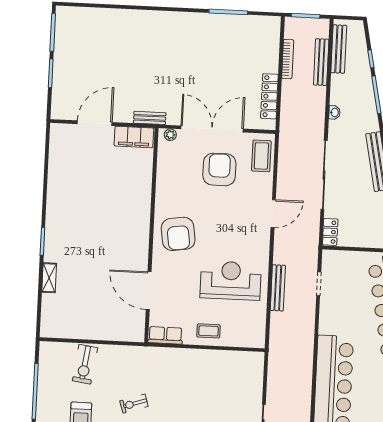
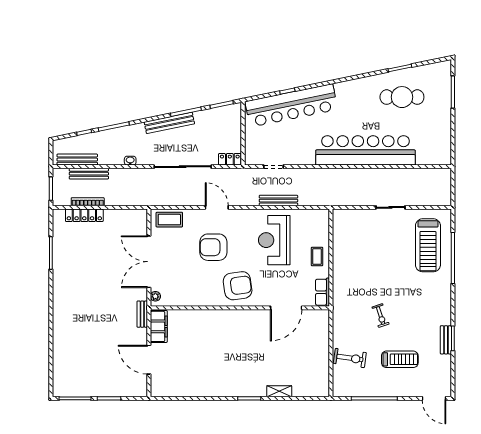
locker: (269, 96) -> (84, 215), moved
armchair: (219, 169) -> (213, 247), moved

